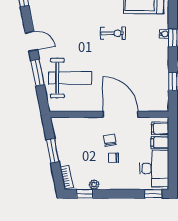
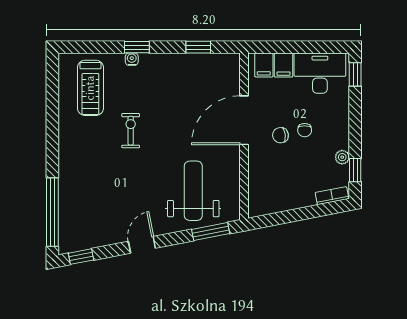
window: (38, 73) -> (211, 232), moved
window: (53, 151) -> (295, 215), removed

